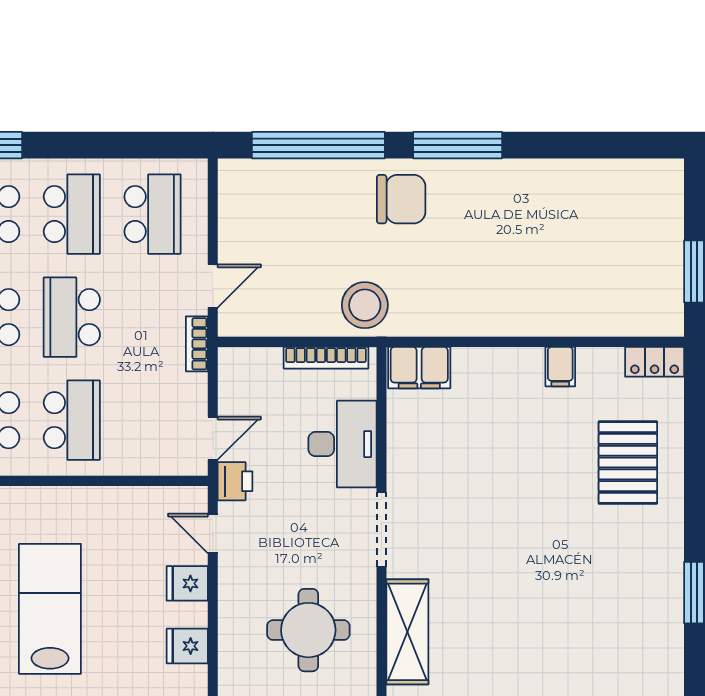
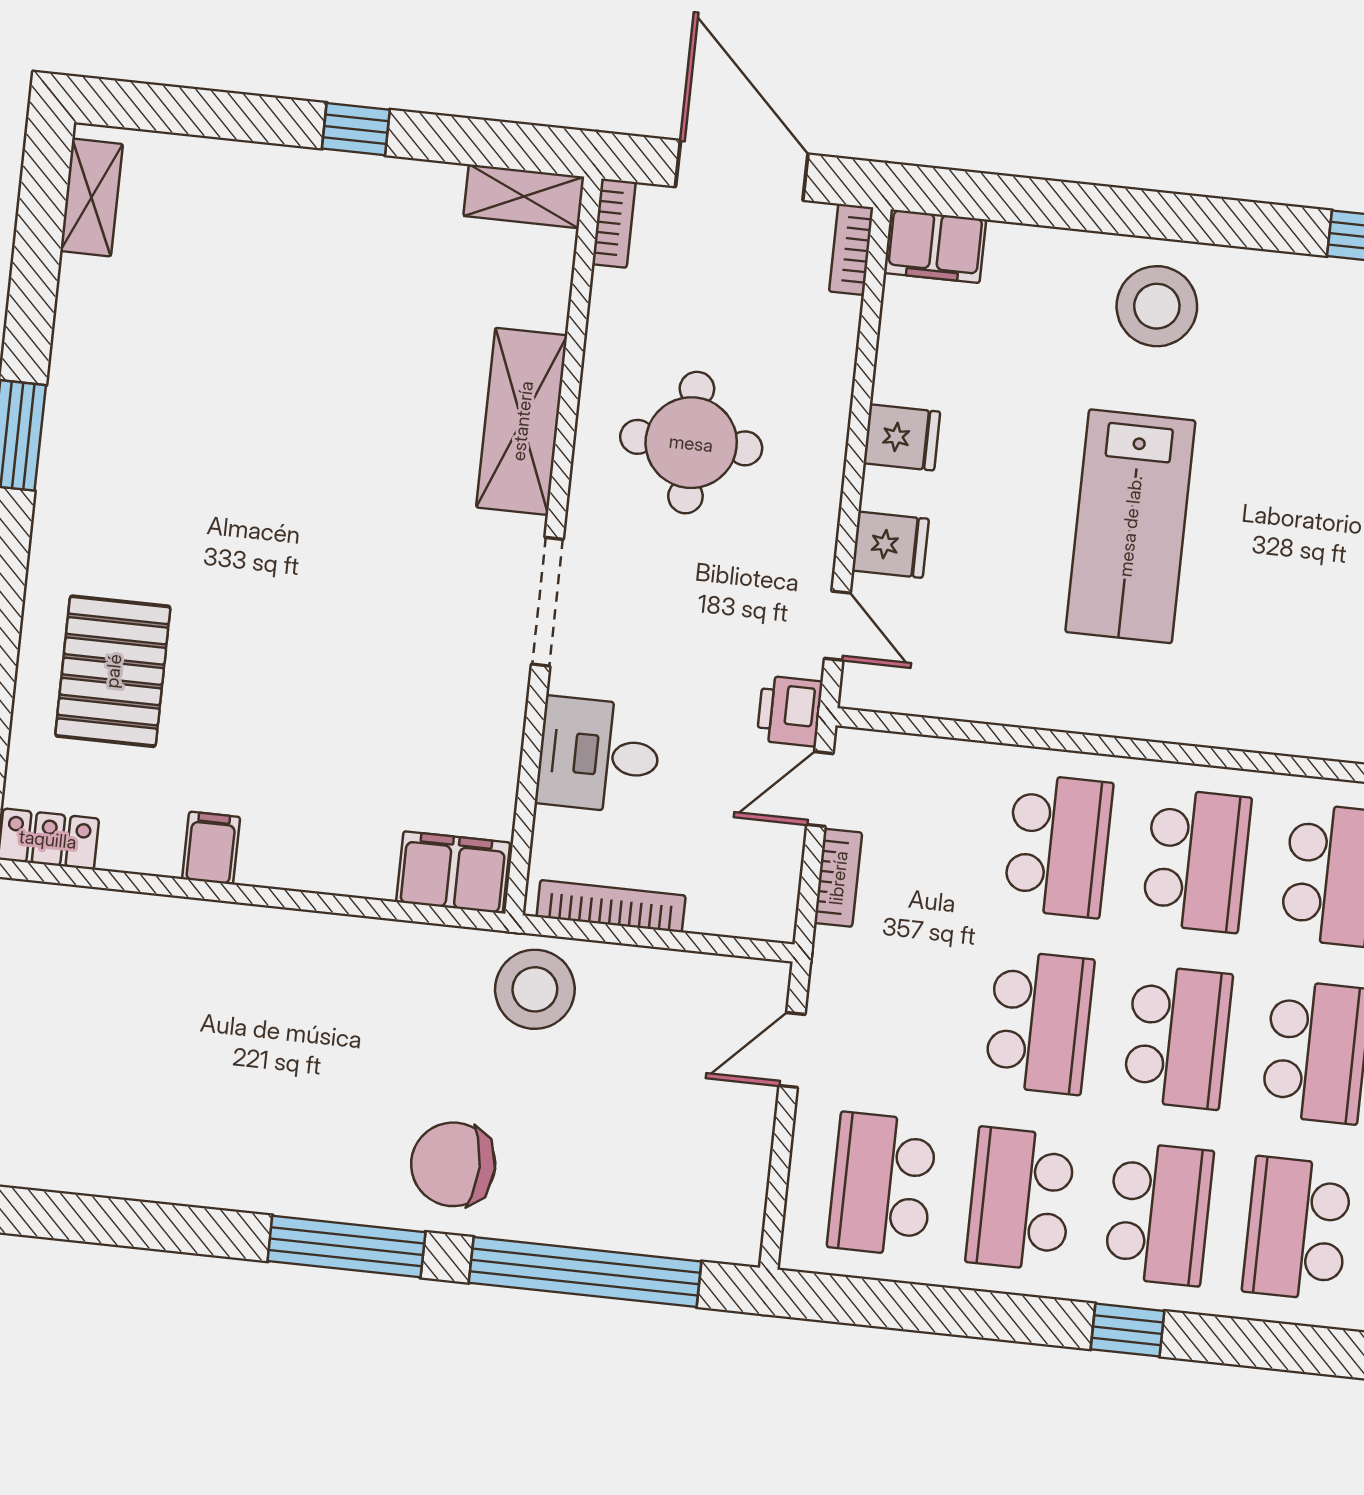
bookcase: (197, 344) -> (838, 878), moved
school desk: (72, 420) -> (1058, 846), turned 180
desk: (342, 444) -> (599, 755), width x0.73

